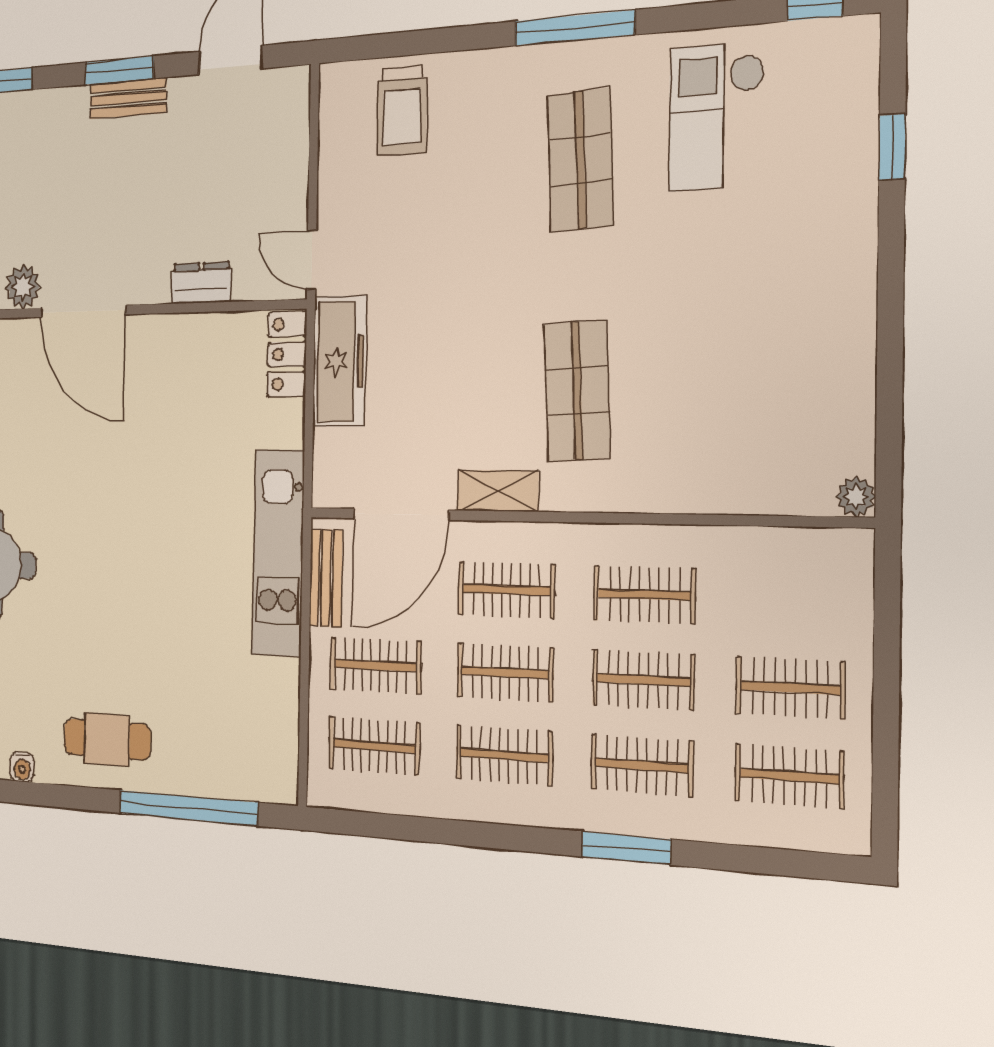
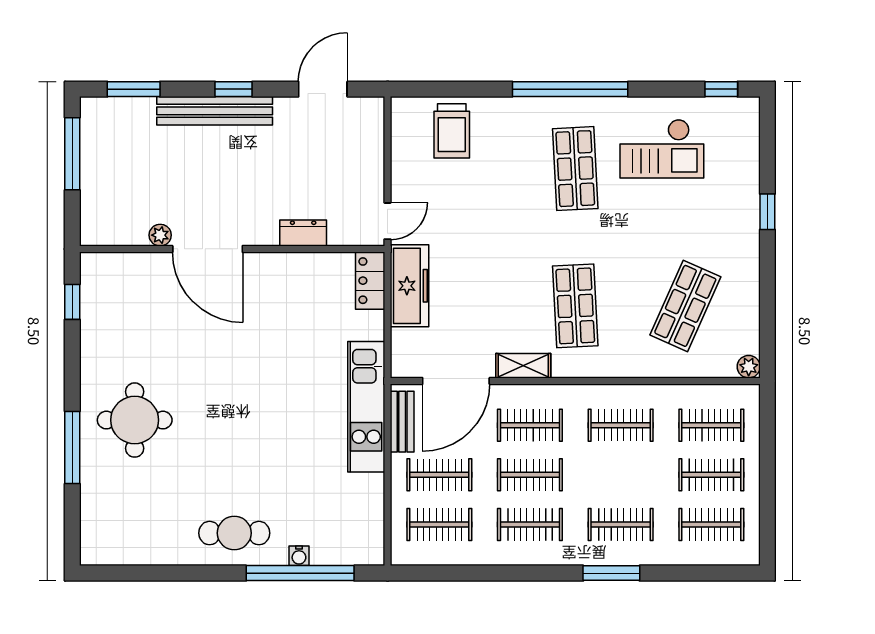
window: (575, 28) -> (570, 89), width x1.46
window: (119, 70) -> (234, 89), width x0.67
bench: (128, 98) -> (215, 111), width x1.86, depth x1.21
checkout: (716, 117) -> (662, 149), turned -90
window: (892, 147) -> (767, 212), moved
door: (312, 260) -> (388, 221), swing flipped
plant: (23, 287) -> (160, 235), width x0.73, depth x0.73
shop shelf: (751, 389) -> (685, 306), added
clothes rail: (643, 680) -> (711, 425), moved
water cooler: (22, 767) -> (299, 556), moved

